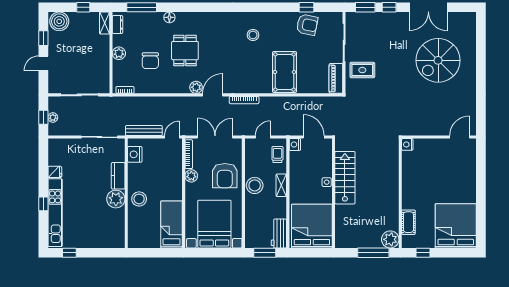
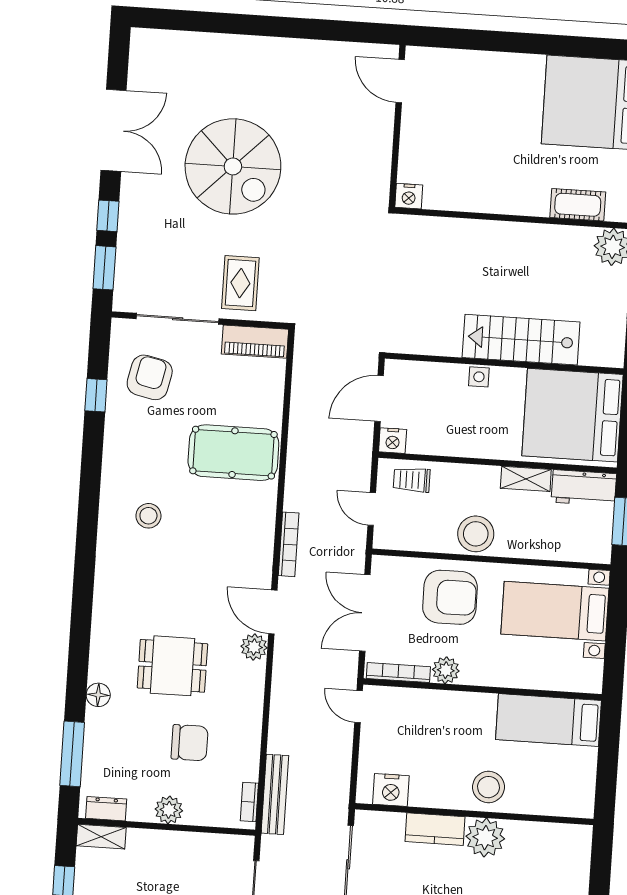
armchair: (307, 25) -> (150, 377), moved
spiral stairs: (438, 60) -> (233, 166), moved
bench: (144, 131) -> (275, 794), moved
stairs: (345, 178) -> (521, 340), moved
shelving: (281, 185) -> (526, 479), moved
bed with nightstands: (214, 224) -> (555, 611), width x0.73

